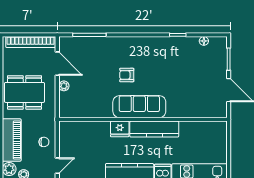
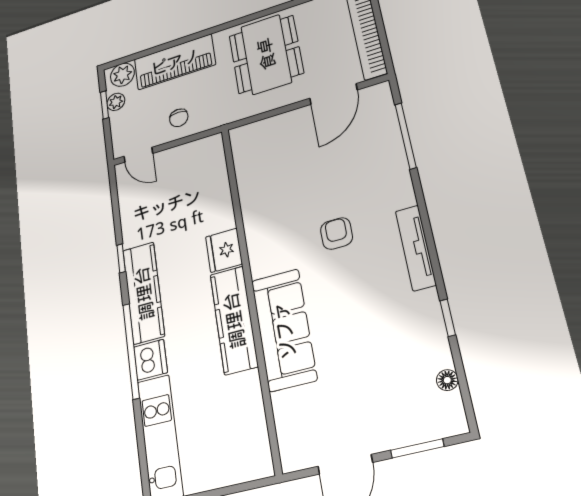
tv unit: (143, 42) -> (416, 248), added
plant: (64, 86) -> (291, 120), removed
sofa: (139, 107) -> (284, 330), moved

